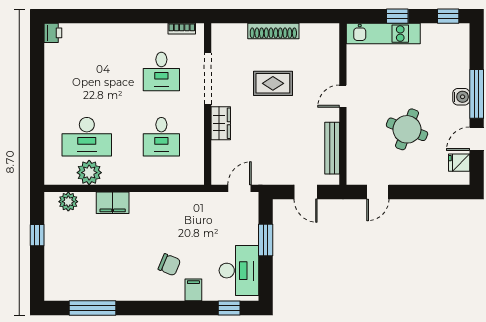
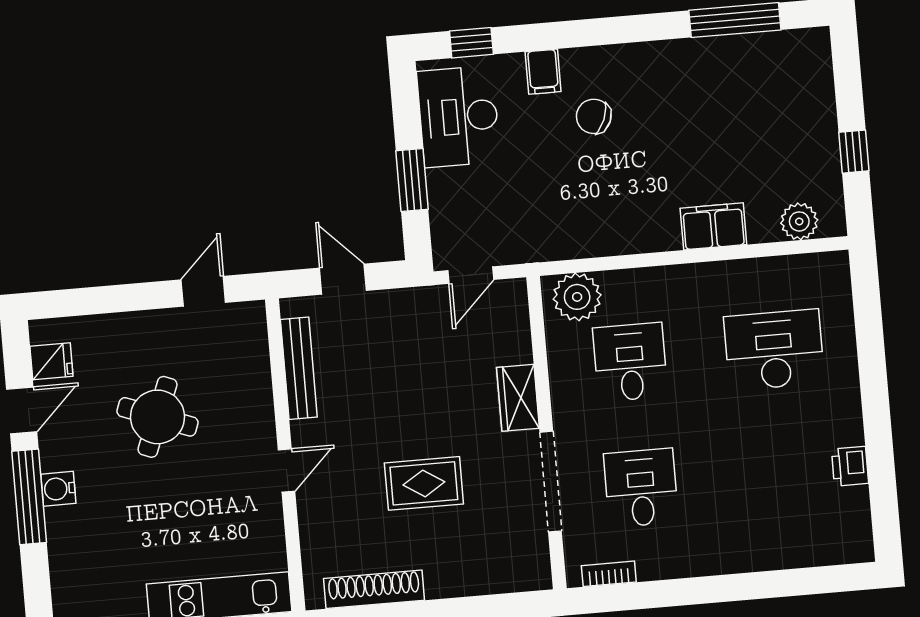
shoe rack: (273, 31) -> (374, 589), moved
printer: (53, 33) -> (850, 466), moved
plant: (89, 173) -> (577, 297), moved

